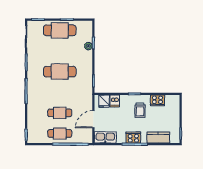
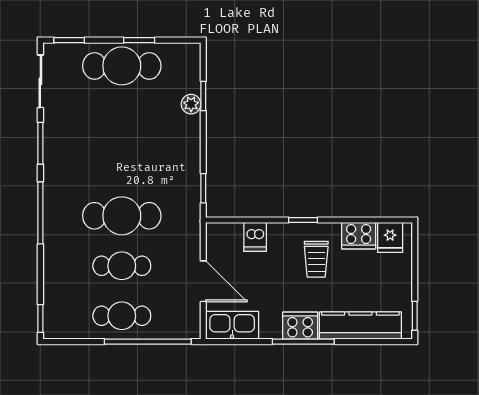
cafe table: (60, 72) -> (122, 216), moved
fridge: (104, 101) -> (390, 237), moved
door: (93, 119) -> (203, 281), swing flipped
kitchen counter: (158, 138) -> (360, 326), width x1.50

